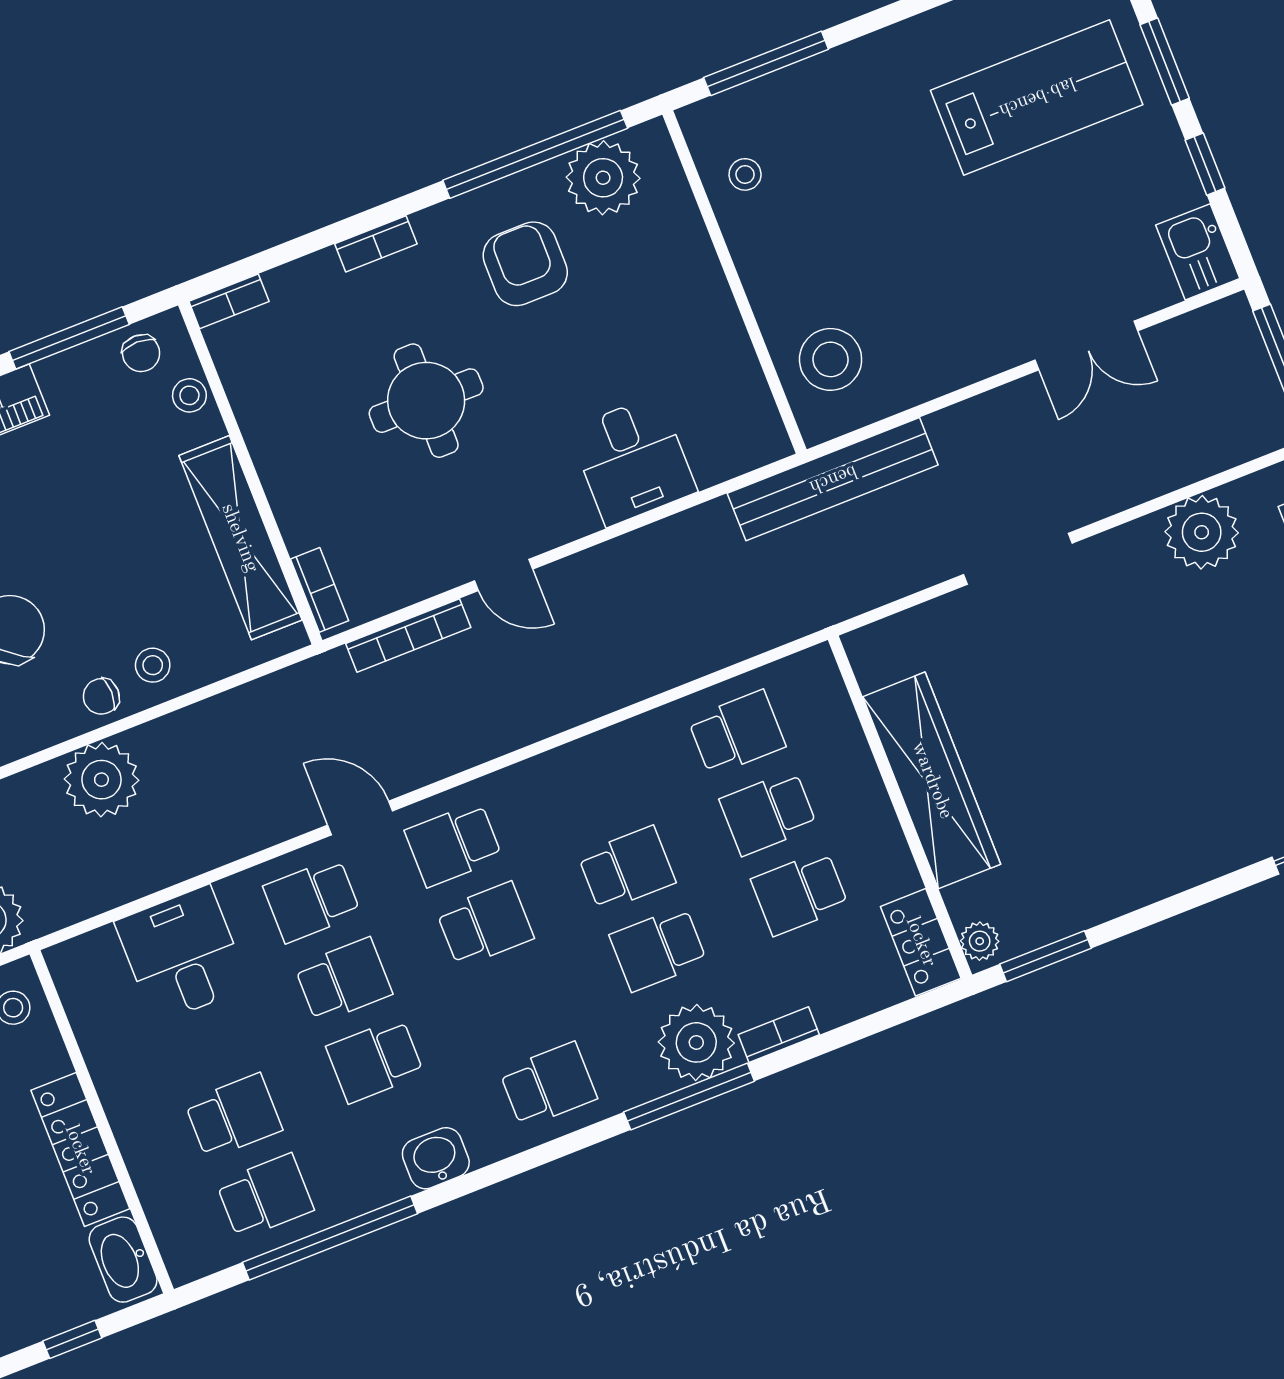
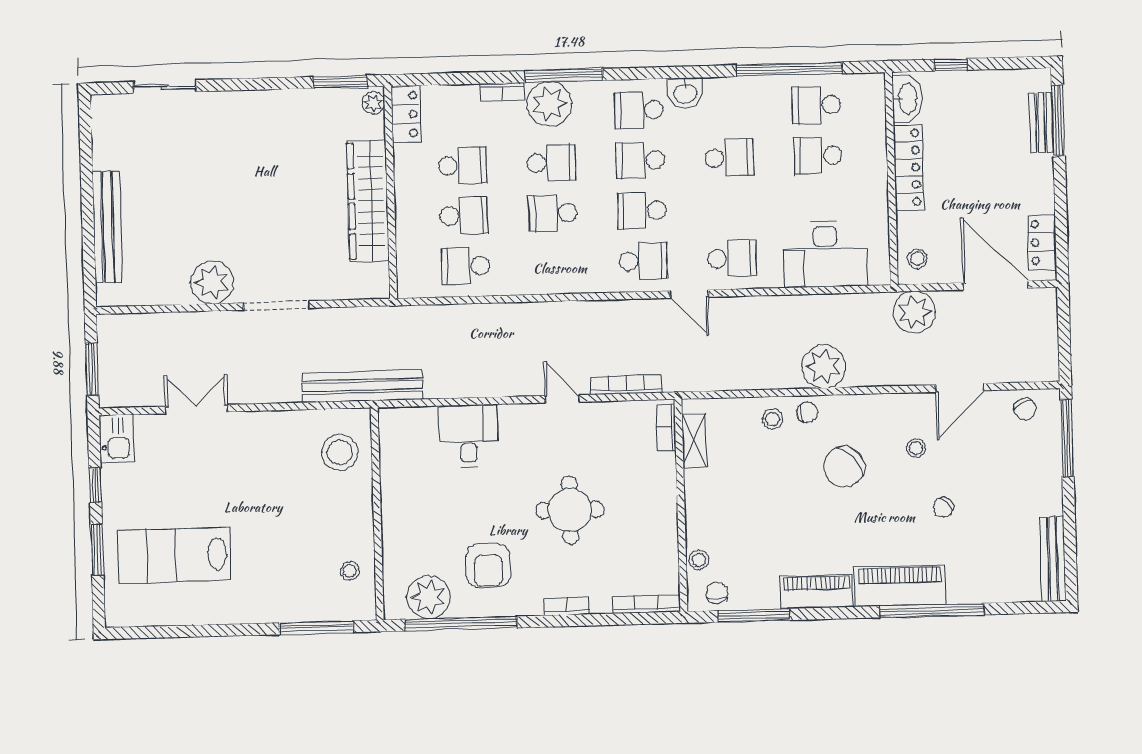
bookcase: (229, 301) -> (646, 604), width x1.56
plant: (1202, 532) -> (212, 282), moved
shelving: (240, 538) -> (694, 440), width x0.45, depth x0.75
desk: (182, 954) -> (825, 254), width x1.37
school desk: (344, 980) -> (640, 160), moved
washbasin: (436, 1158) -> (685, 93), moved

